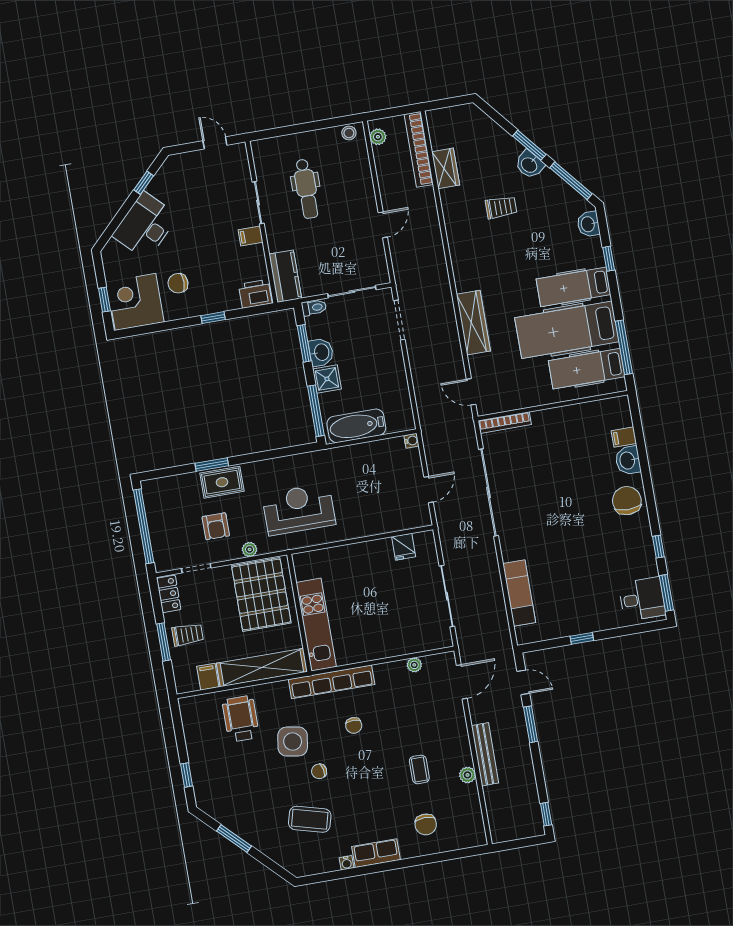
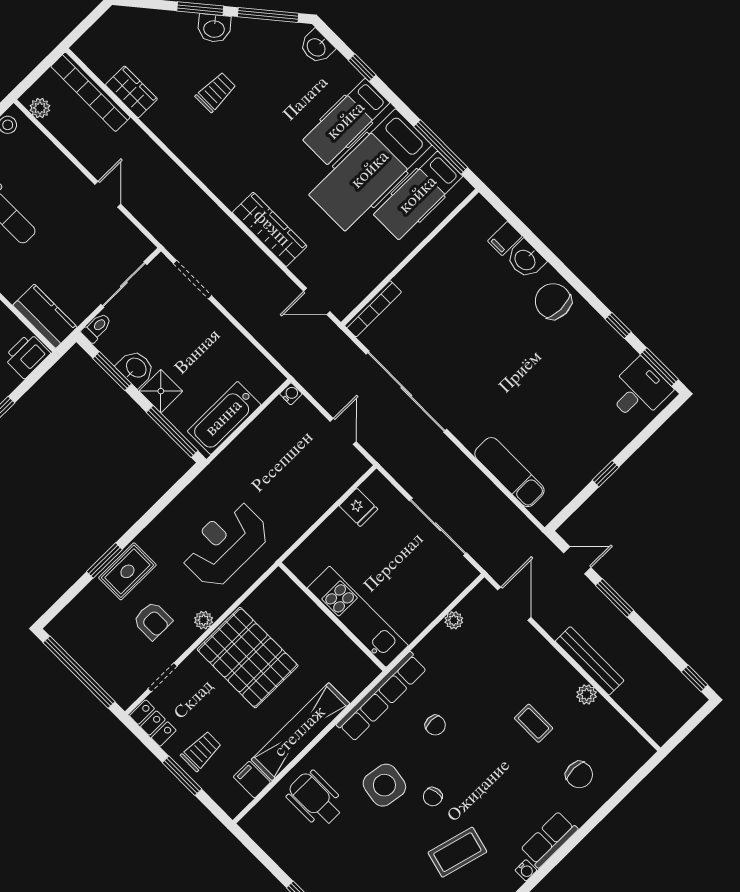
wall: (299, 613) -> (332, 617), moved
kitchen unit: (316, 625) -> (358, 617), moved

